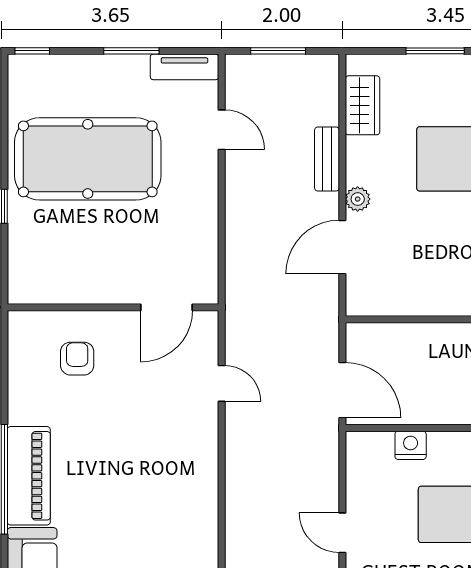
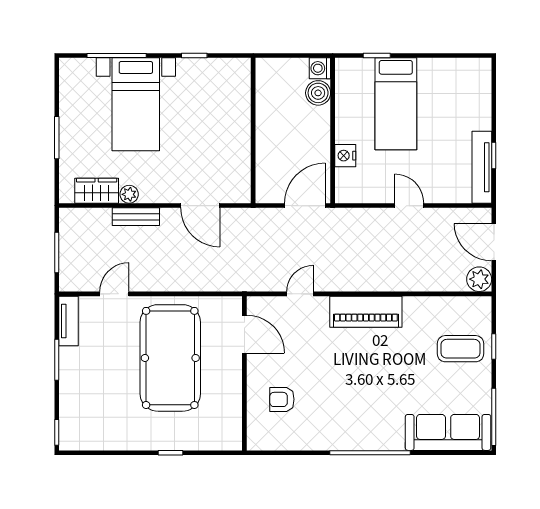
pool table: (88, 159) -> (170, 358), moved
plant: (358, 199) -> (129, 194), moved
piano: (29, 476) -> (366, 312), moved, turned 180
door: (342, 533) -> (409, 206), swing flipped

